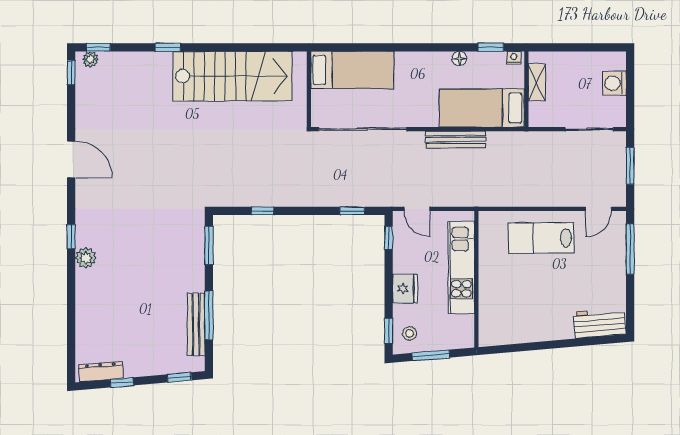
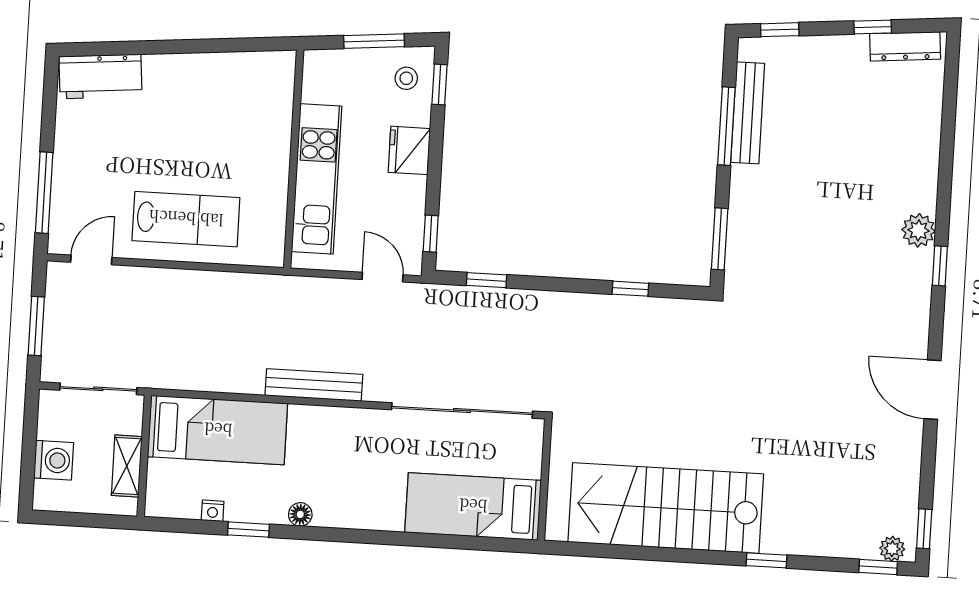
shelving: (537, 82) -> (127, 466), moved
wall: (526, 89) -> (144, 456), moved
bed: (482, 108) -> (218, 430), moved

